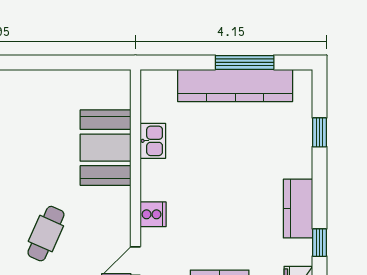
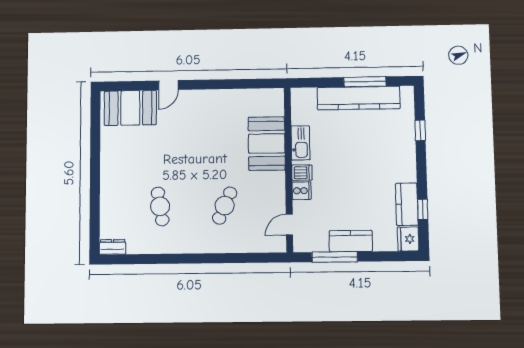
kitchen sink: (153, 141) -> (301, 143), width x1.38
dishwasher: (154, 189) -> (302, 173), added
kitchen counter: (298, 209) -> (407, 204), moved

